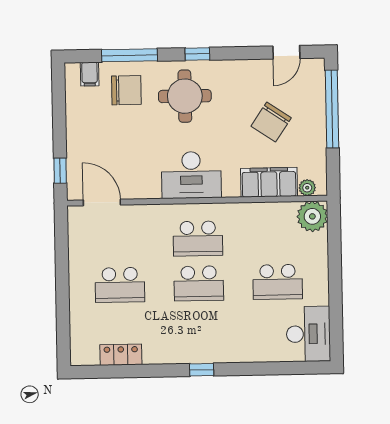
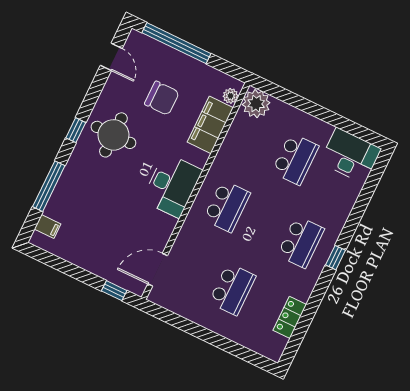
chair: (126, 90) -> (76, 203), removed
round table: (185, 96) -> (113, 135), moved
chair: (271, 122) -> (162, 98), turned -34
school desk: (199, 283) -> (301, 242), moved

